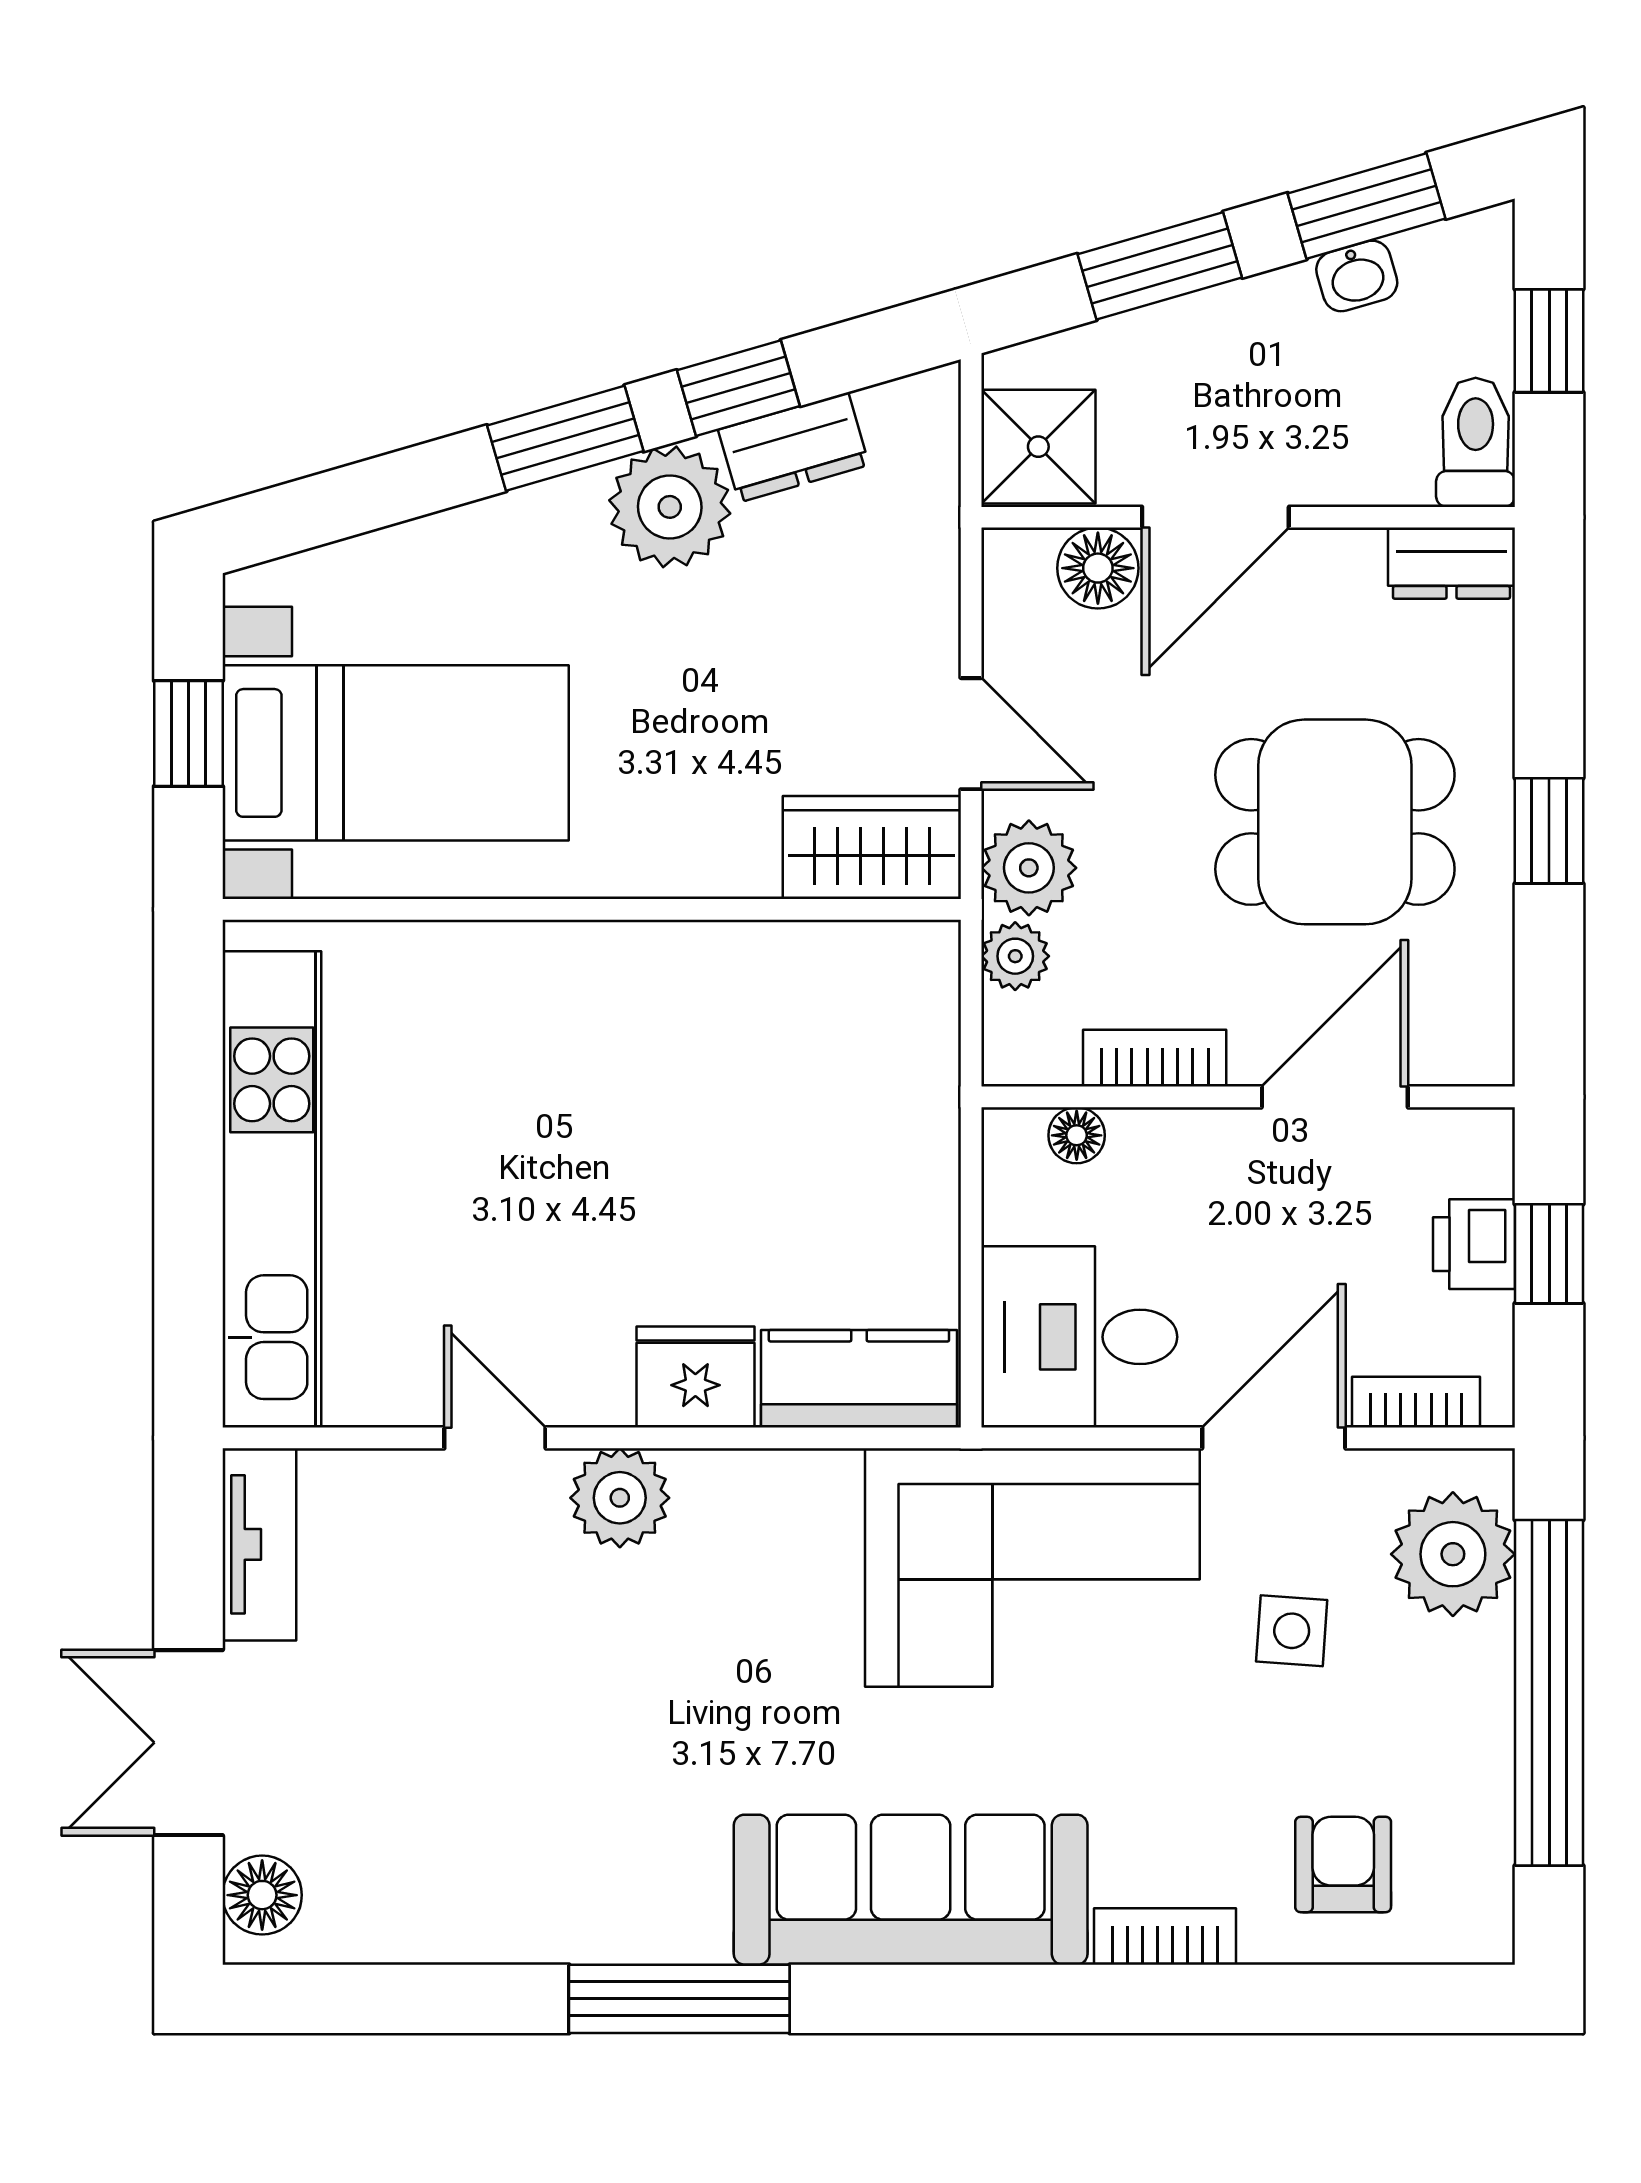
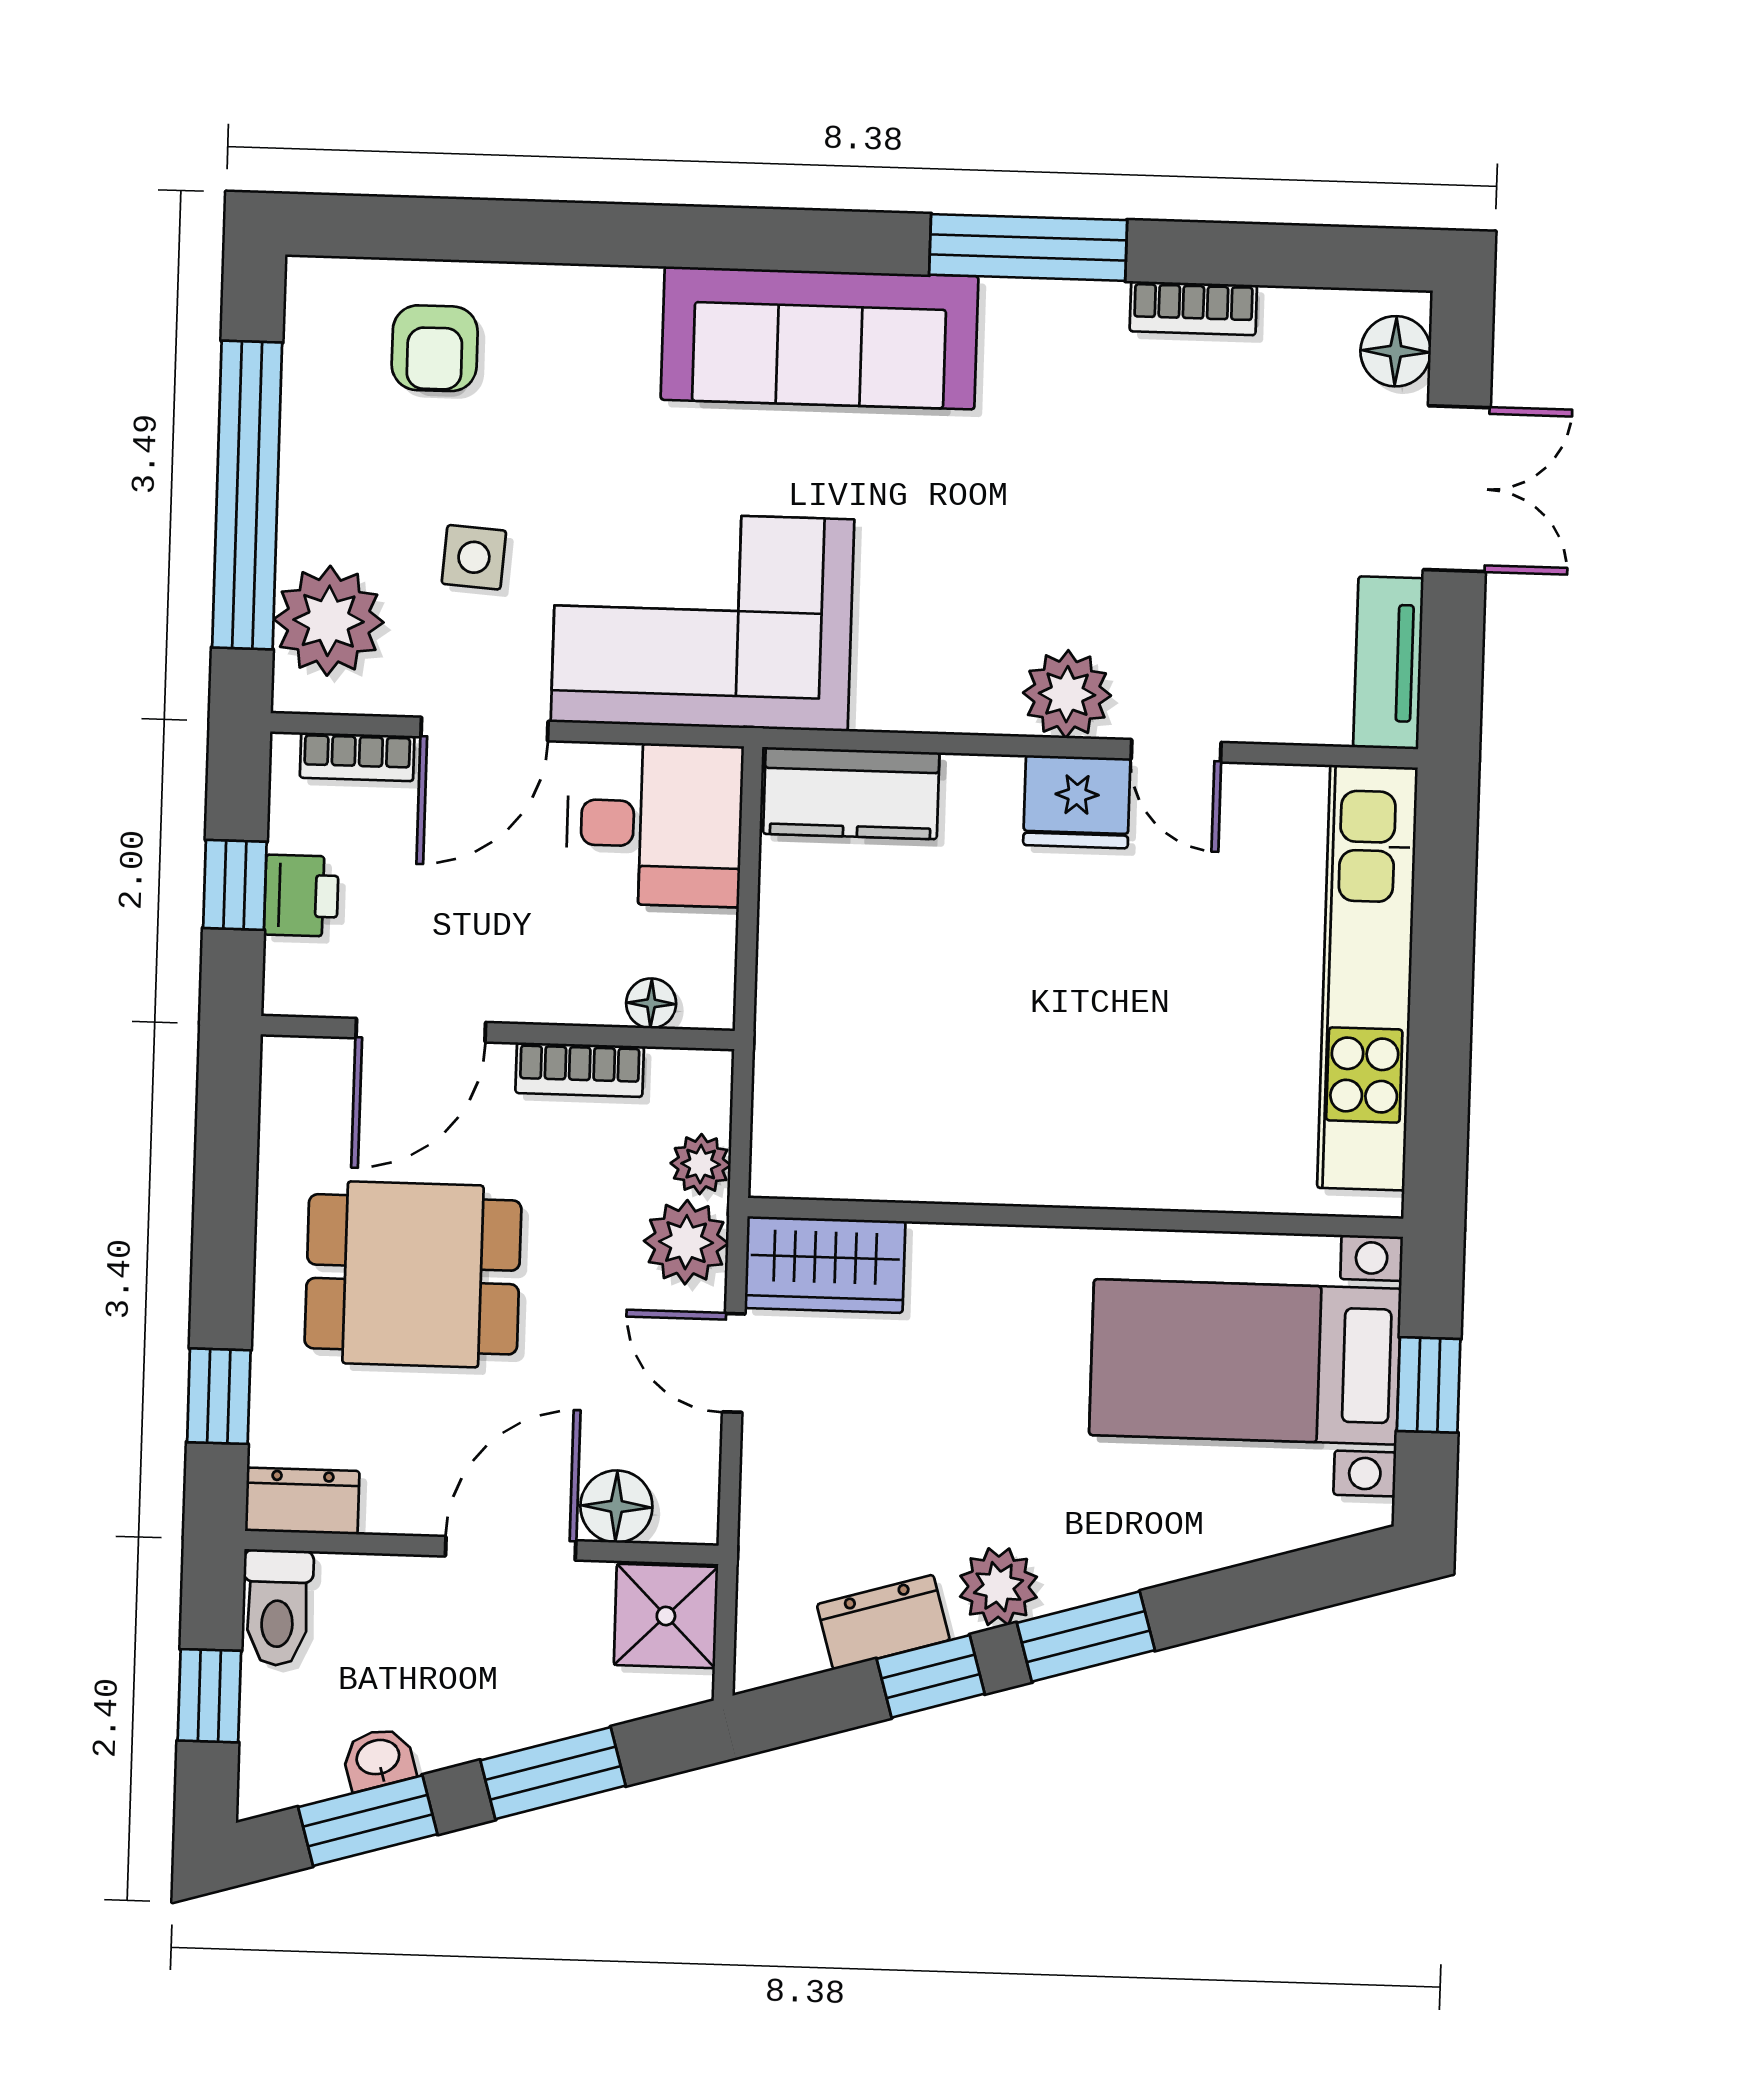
plant: (670, 507) -> (998, 1587), width x0.73, depth x0.73
window: (1549, 831) -> (219, 1396), moved
fridge: (695, 1377) -> (1077, 802), moved
bookcase: (1165, 1936) -> (1193, 308), moved

